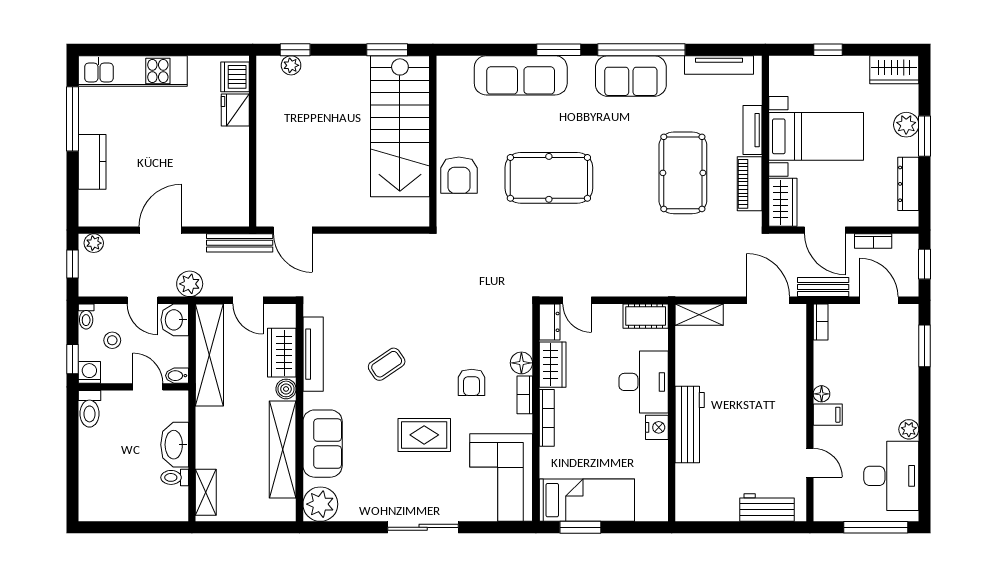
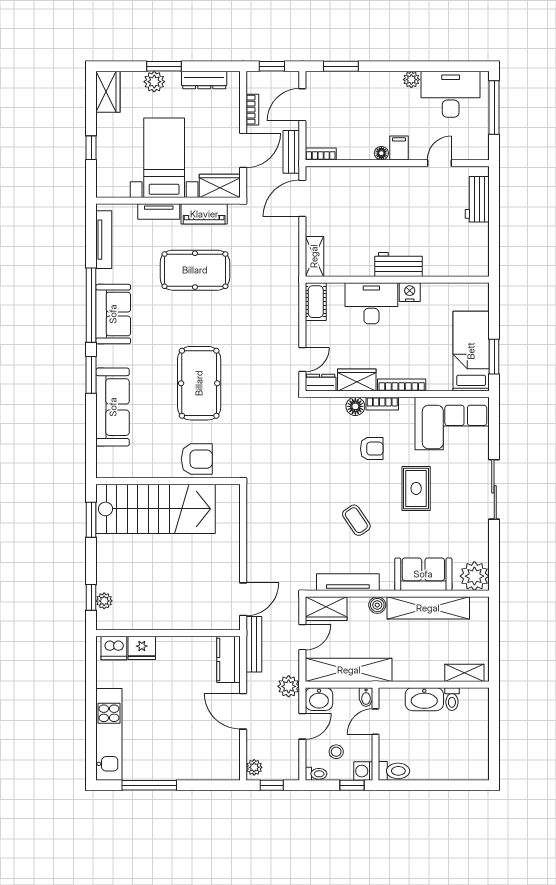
kitchen counter: (92, 162) -> (229, 659), moved, turned -90
wardrobe: (282, 353) -> (326, 609), moved
workbench: (690, 425) -> (398, 264), width x0.73

